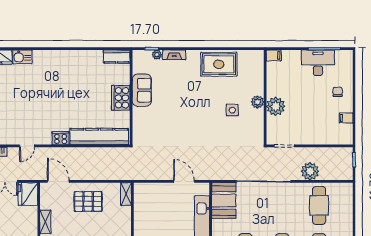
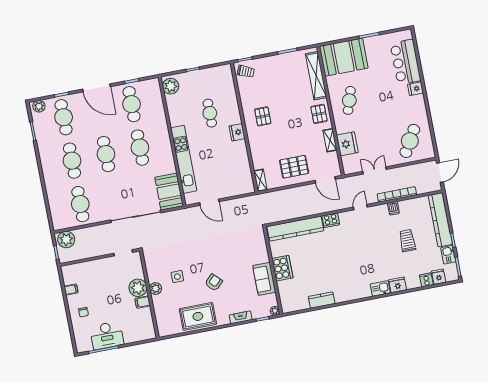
plant: (157, 55) -> (275, 311), moved
filing cabinet: (274, 55) -> (143, 302), moved
kitchen counter: (117, 57) -> (322, 300), moved
armchair: (196, 97) -> (214, 282), added
plant: (310, 171) -> (66, 239), moved
fridge: (28, 194) -> (347, 144), moved

